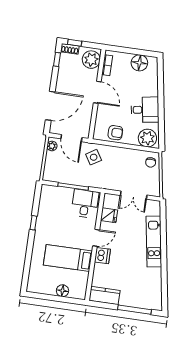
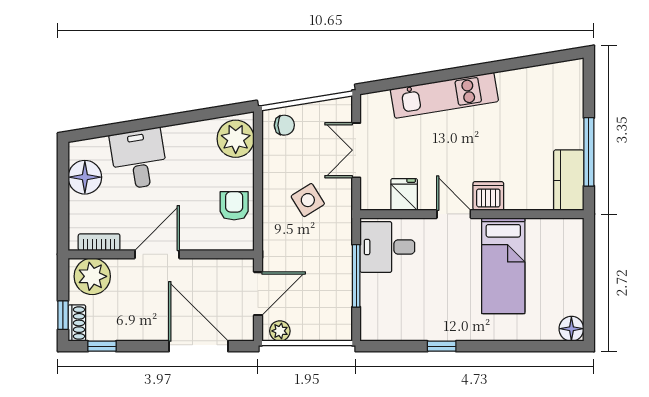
desk: (145, 110) -> (139, 159), moved
side table: (94, 157) -> (308, 200), moved
double door: (134, 195) -> (356, 150), swing flipped
floor lamp: (62, 291) -> (571, 329), moved
window: (134, 310) -> (589, 152), moved

